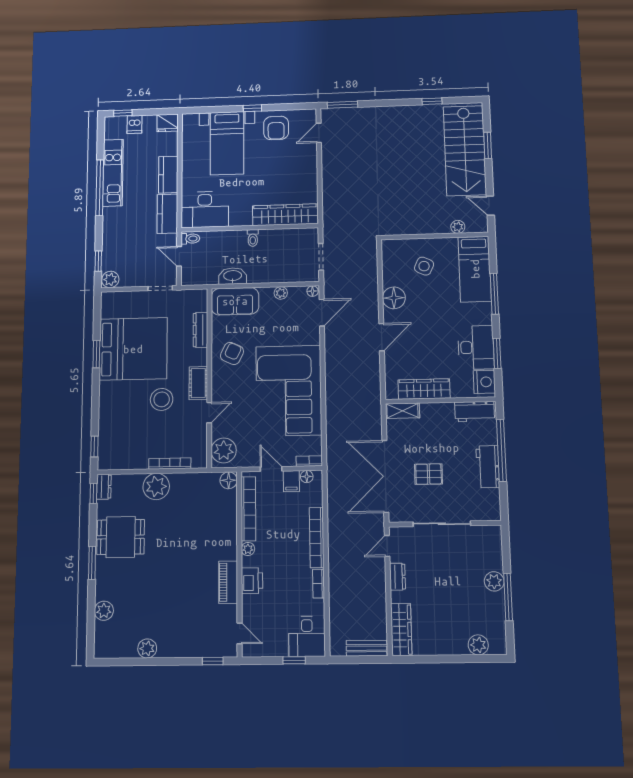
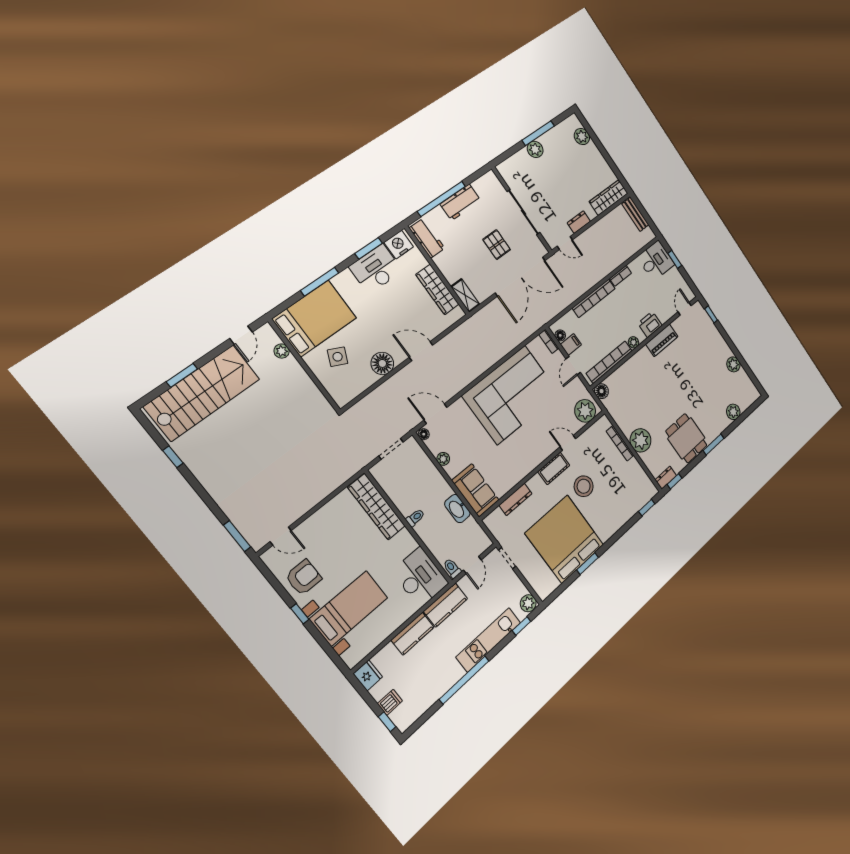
kitchen unit: (113, 173) -> (488, 640), moved
bed: (475, 269) -> (315, 318), width x1.50
armchair: (232, 353) -> (515, 460), removed

